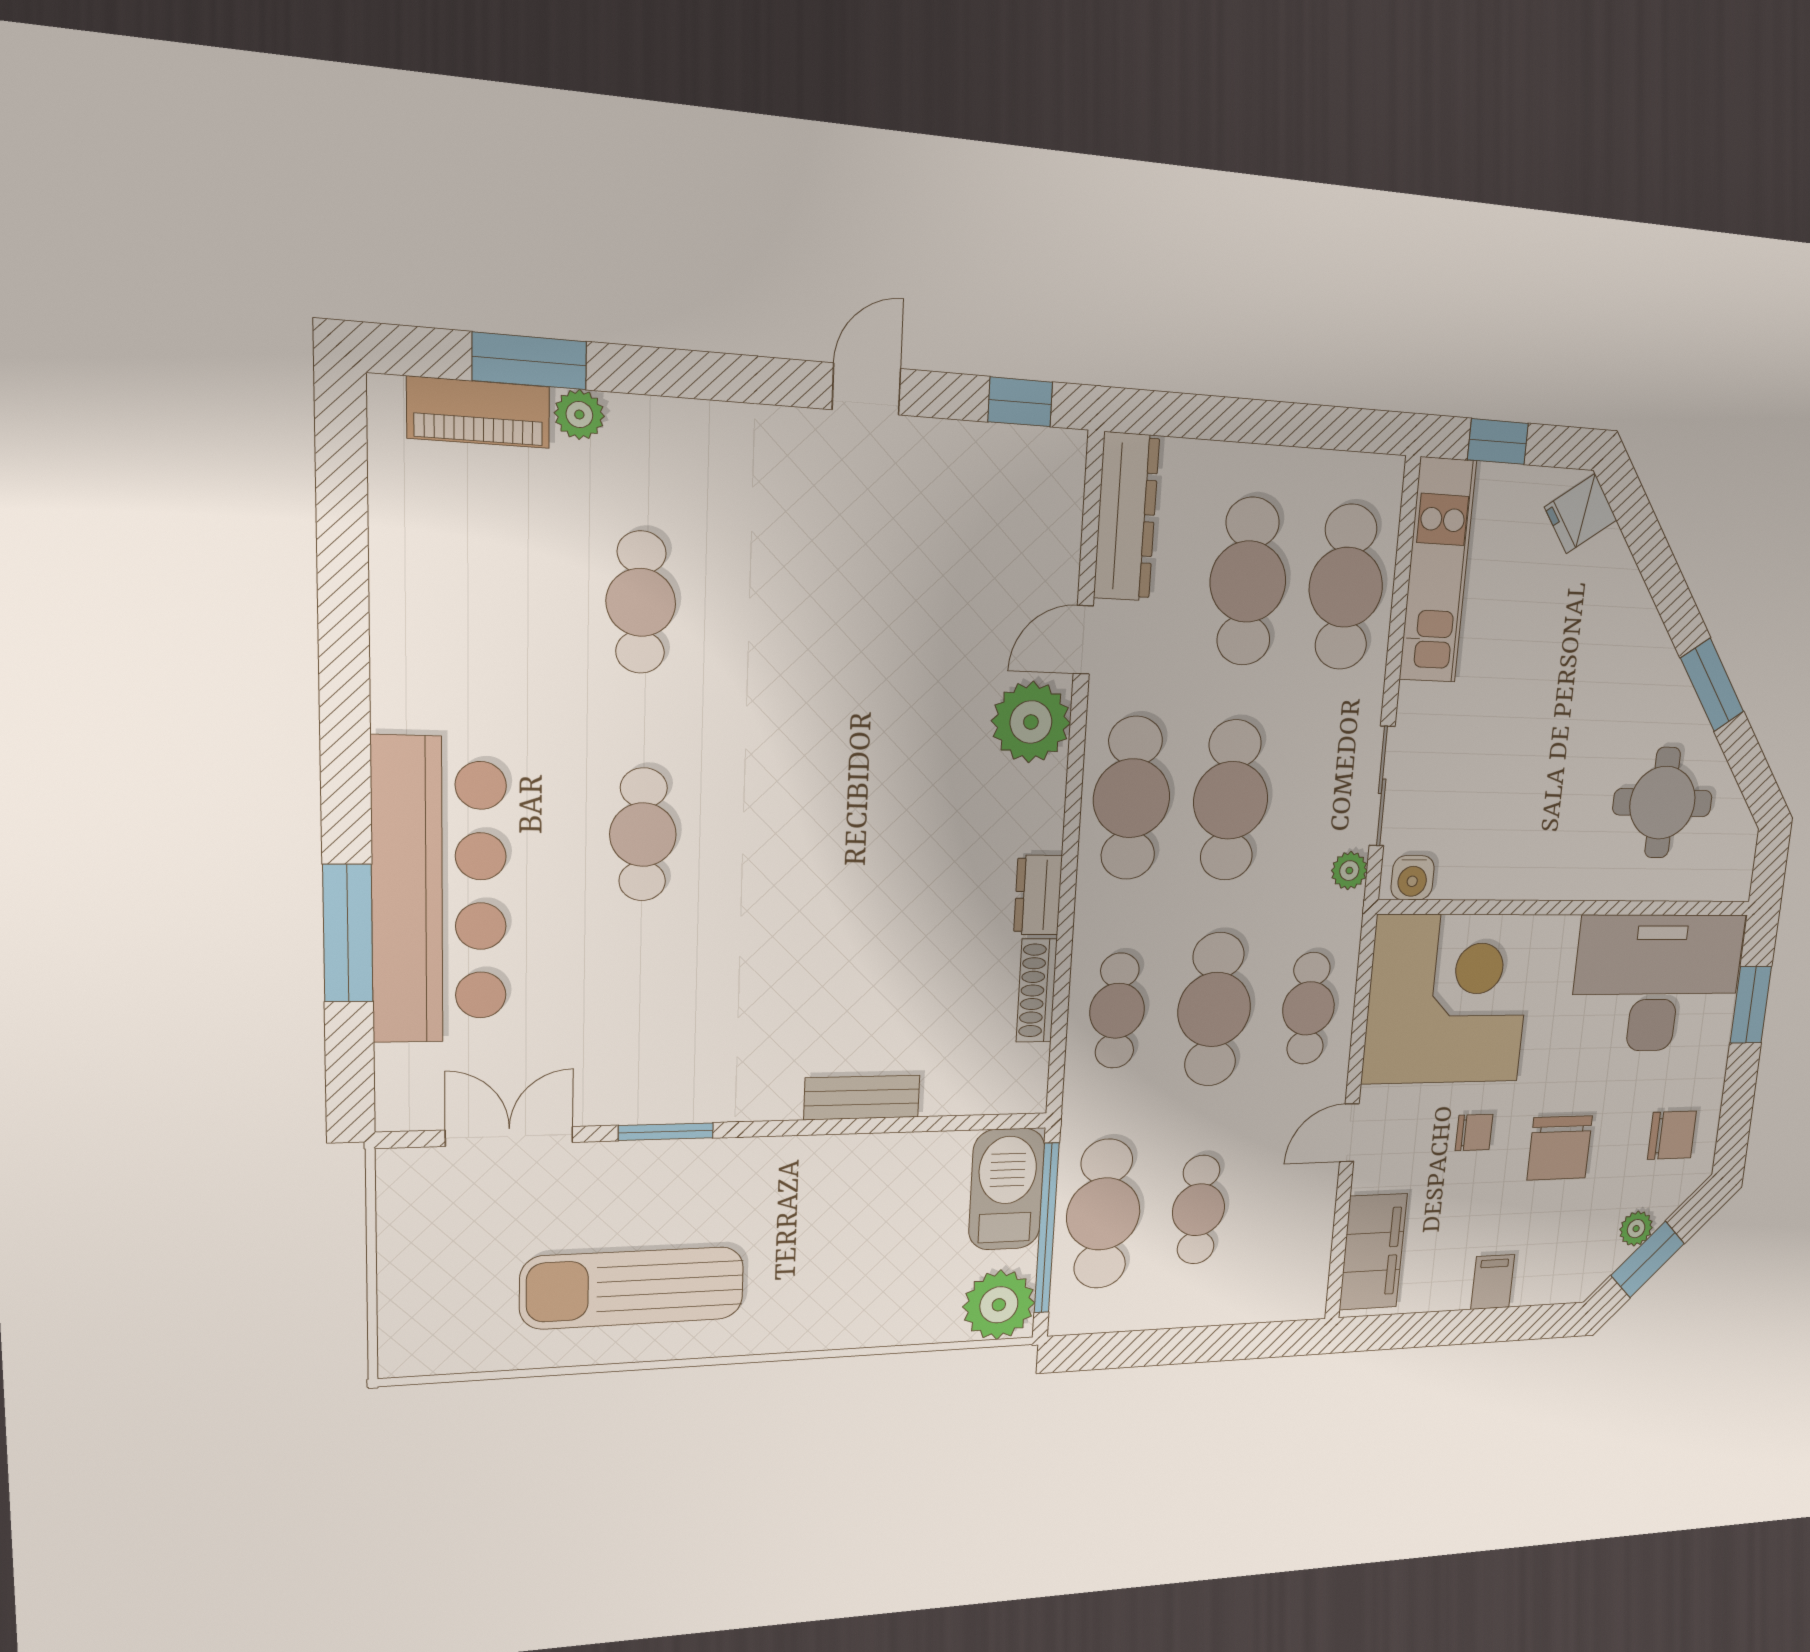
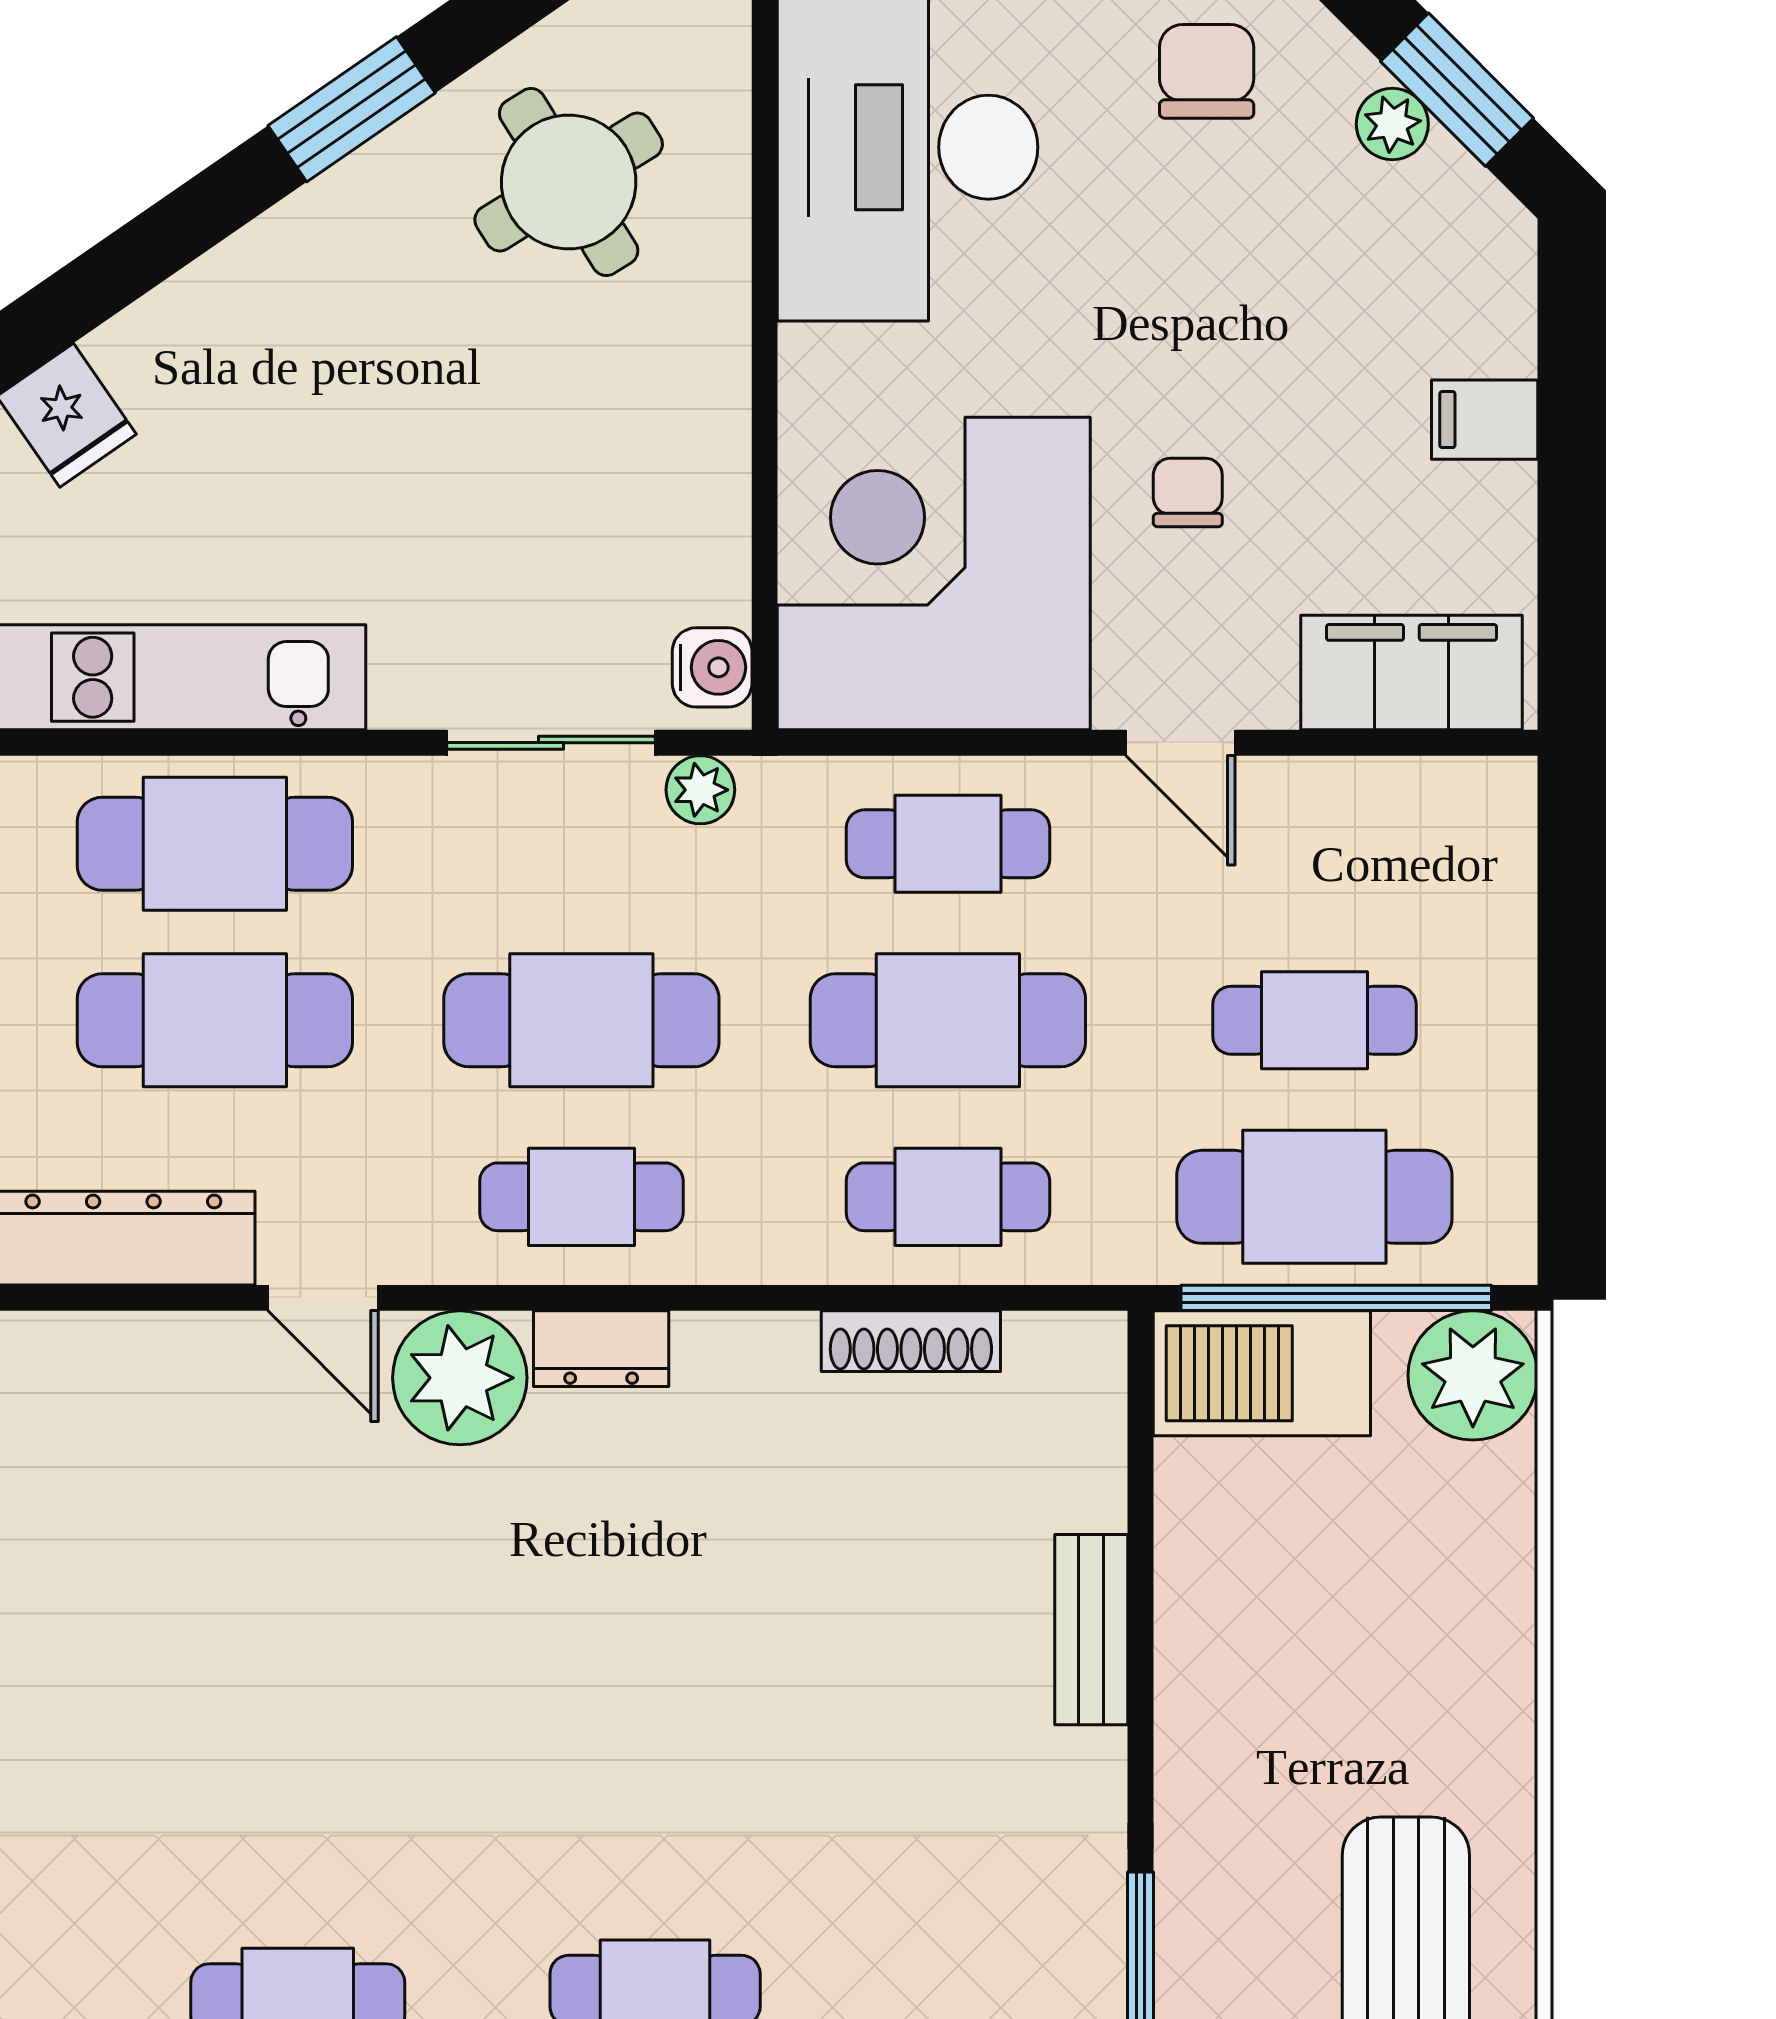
cafe table: (1132, 798) -> (581, 1197), width x0.73, depth x0.74
round table: (1662, 803) -> (569, 182), turned -32
dresser: (1038, 895) -> (601, 1349), moved
chair: (1560, 1148) -> (1224, 310), removed

